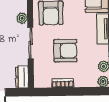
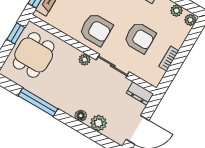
armchair: (65, 51) -> (140, 38), turned 90

